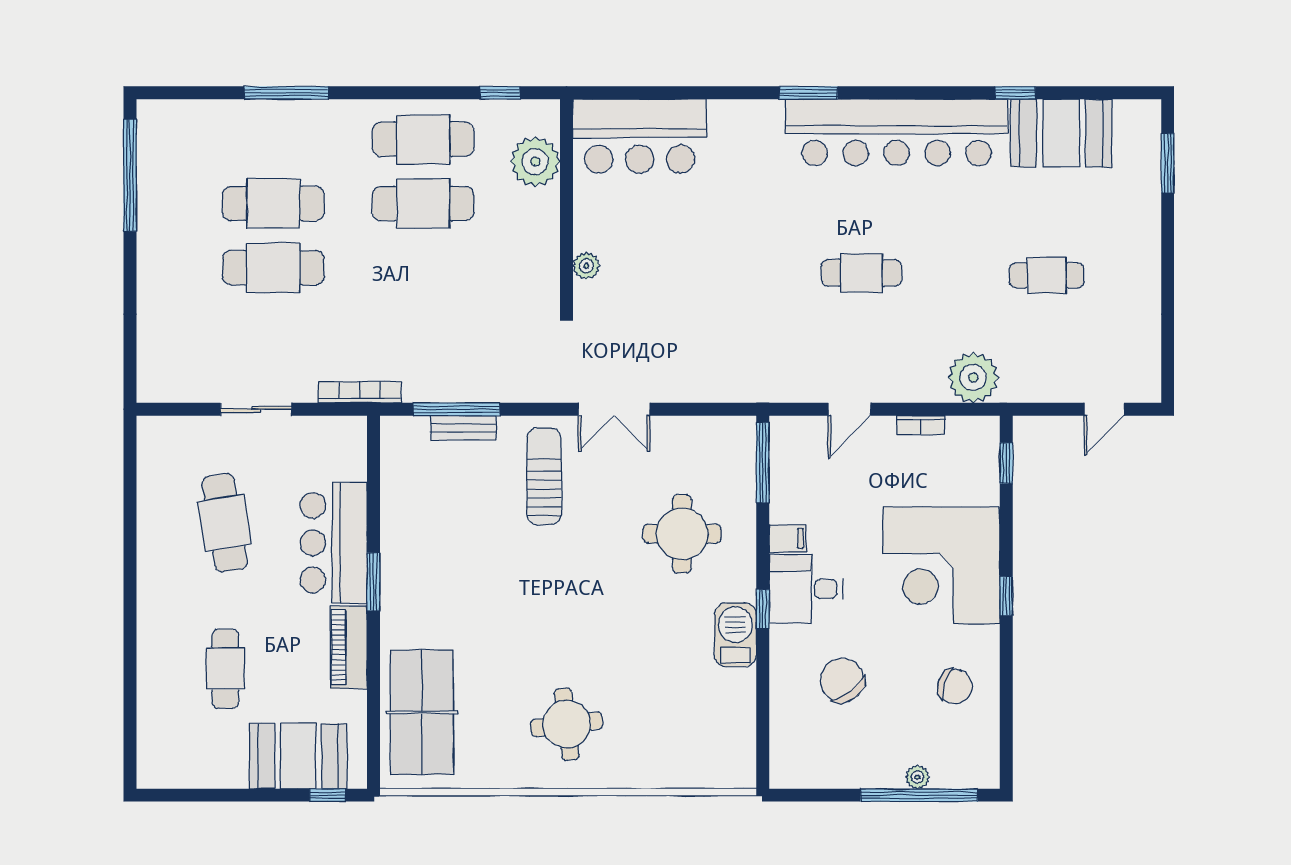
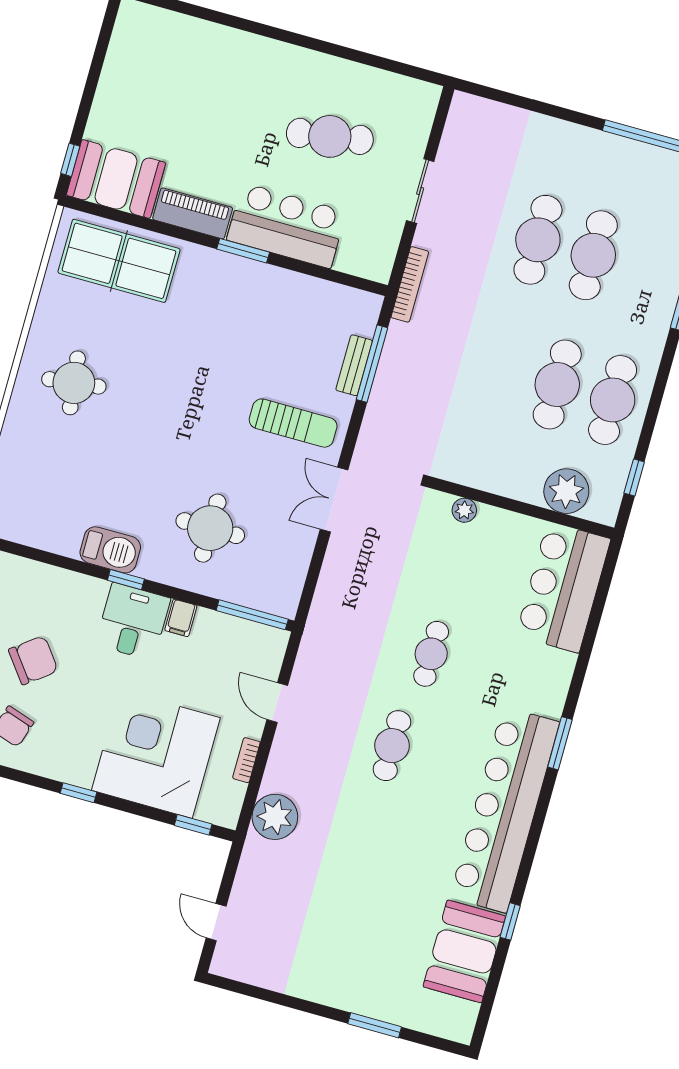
window: (1168, 163) -> (375, 1025), moved
cafe table: (1047, 275) -> (431, 654), moved
corner desk: (941, 565) -> (156, 754), moved
cafe table: (225, 669) -> (204, 102), removed
chair: (842, 680) -> (33, 660), moved
booth: (298, 756) -> (116, 179), moved, turned 90

